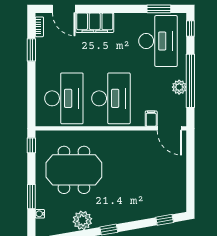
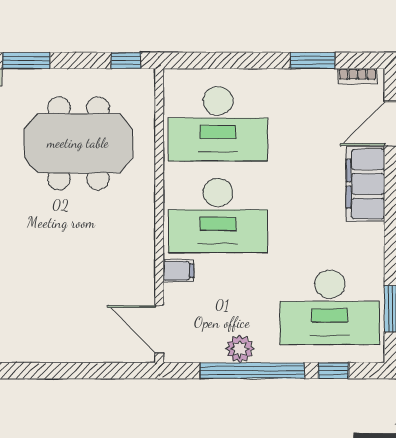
window: (190, 28) -> (333, 371), moved
filing cabinet: (151, 119) -> (178, 271), moved
door: (169, 128) -> (159, 329), hinge flipped
meeting table: (74, 170) -> (78, 143), turned 90

